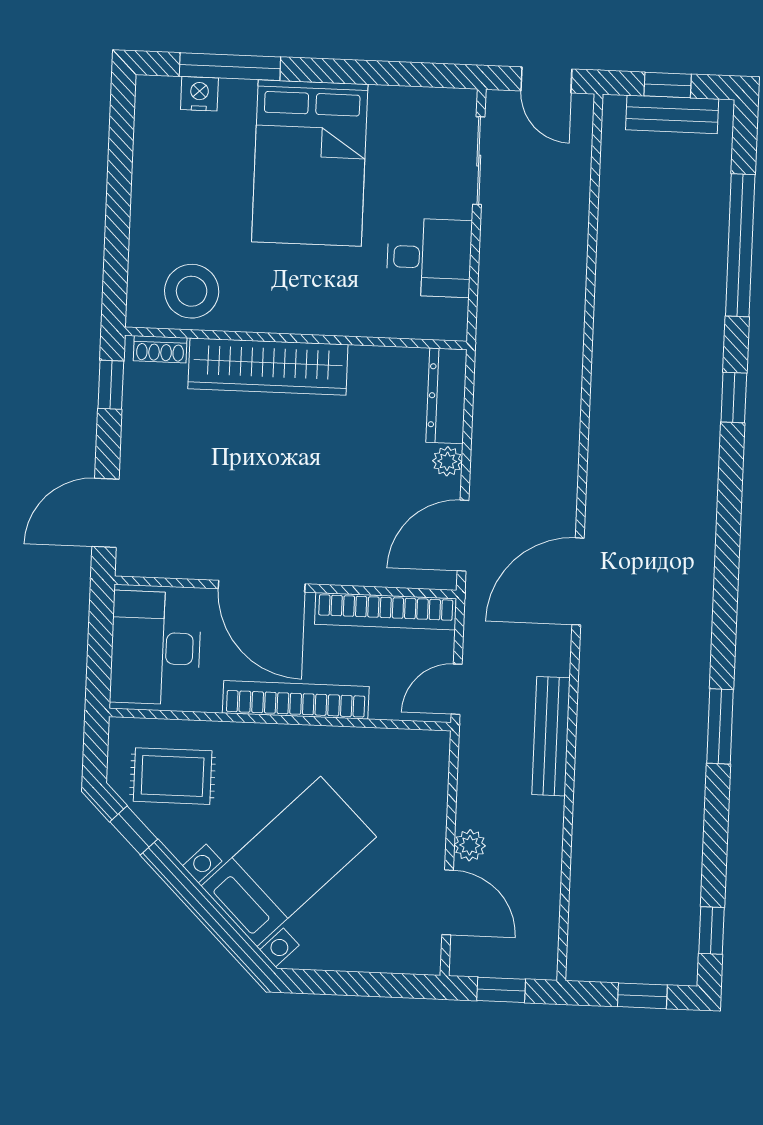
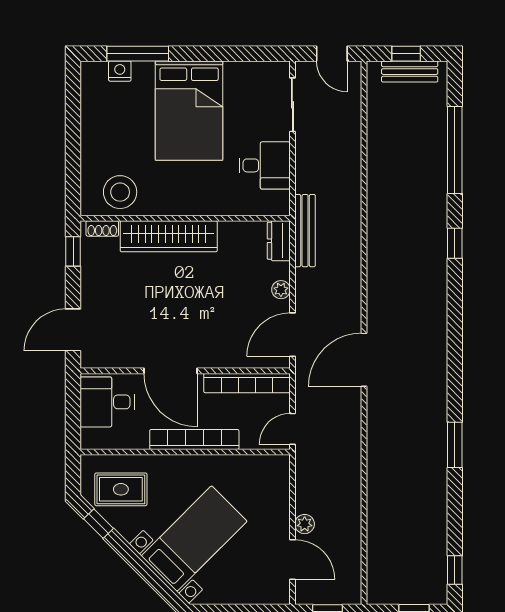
dresser: (446, 396) -> (279, 241), width x0.70
desk: (156, 648) -> (107, 402), width x0.73
bench: (551, 736) -> (305, 231), moved

